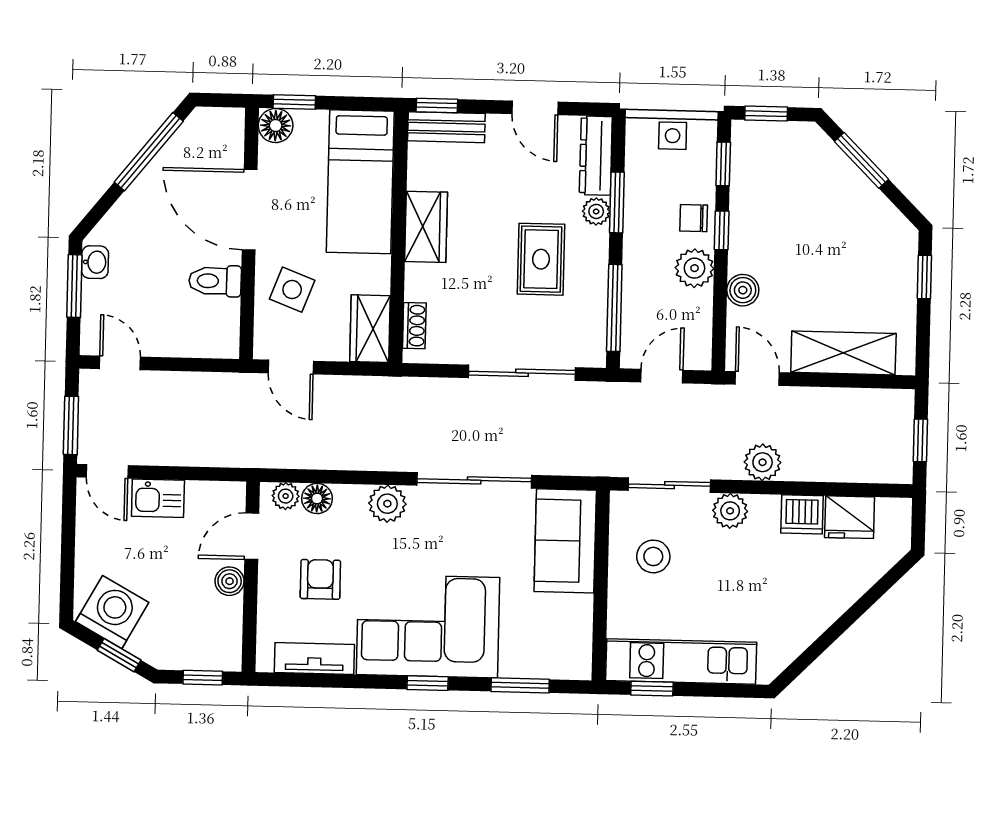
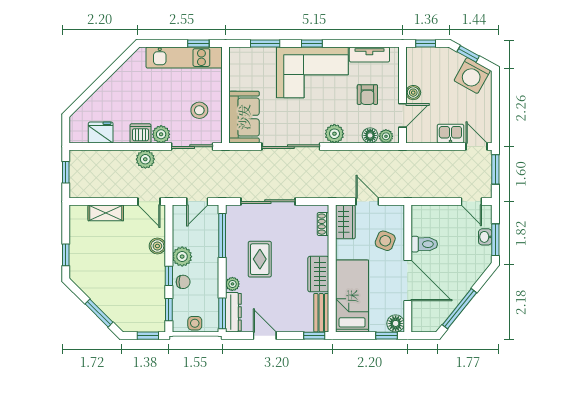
bench: (446, 127) -> (321, 313), moved, turned 90
window: (617, 202) -> (222, 313), moved
washbasin: (95, 262) -> (485, 237), moved
shelving: (843, 353) -> (106, 213), width x0.67, depth x0.75
door: (291, 367) -> (367, 202), moved
dishwasher: (802, 514) -> (140, 133), moved

